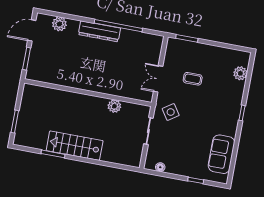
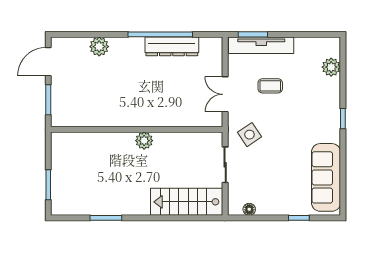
plant: (59, 24) -> (99, 47), moved
dresser: (99, 31) -> (172, 46), moved
tv unit: (192, 48) -> (261, 45), added
plant: (114, 106) -> (144, 141), moved
stairs: (75, 146) -> (187, 202), moved
sofa: (221, 154) -> (326, 177), width x1.36

